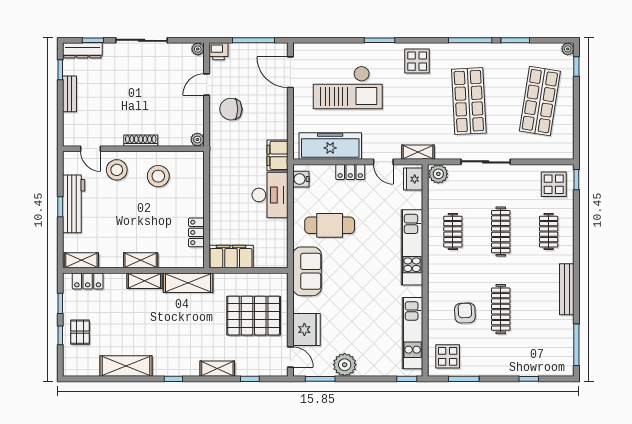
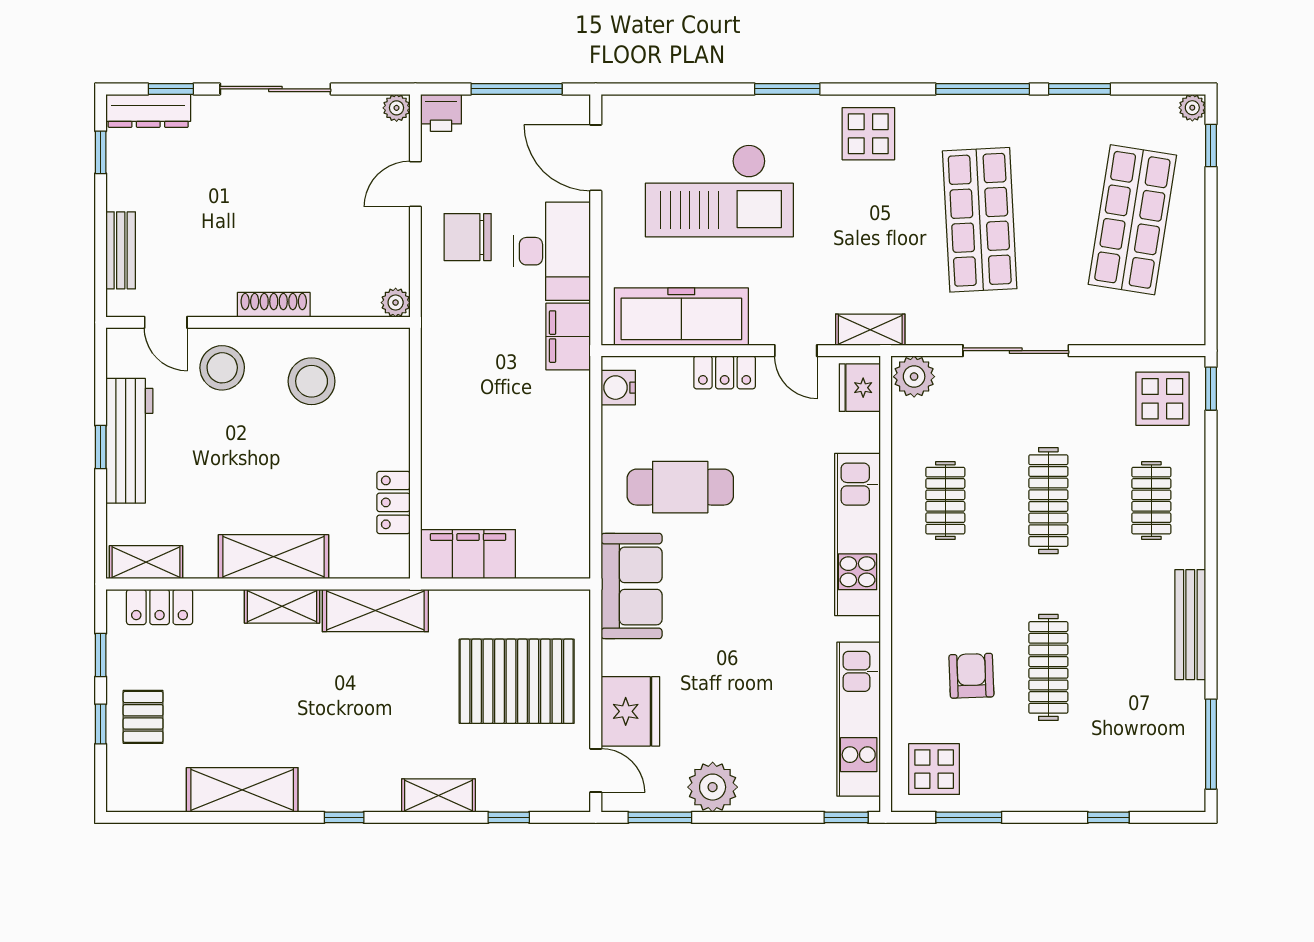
bench: (70, 94) -> (121, 250), moved
desk: (270, 195) -> (552, 251), moved
shelving: (141, 260) -> (273, 557), width x1.50, depth x1.33

